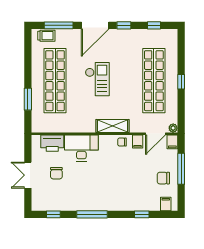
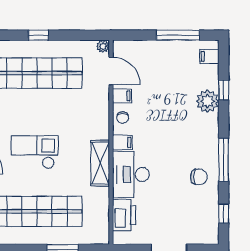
shelving: (113, 126) -> (100, 163), moved
filing cabinet: (172, 142) -> (122, 142), moved
window: (181, 169) -> (178, 35), moved
chair: (56, 173) -> (199, 177), moved
chair: (163, 178) -> (173, 60), removed
plant: (134, 203) -> (207, 101), added

